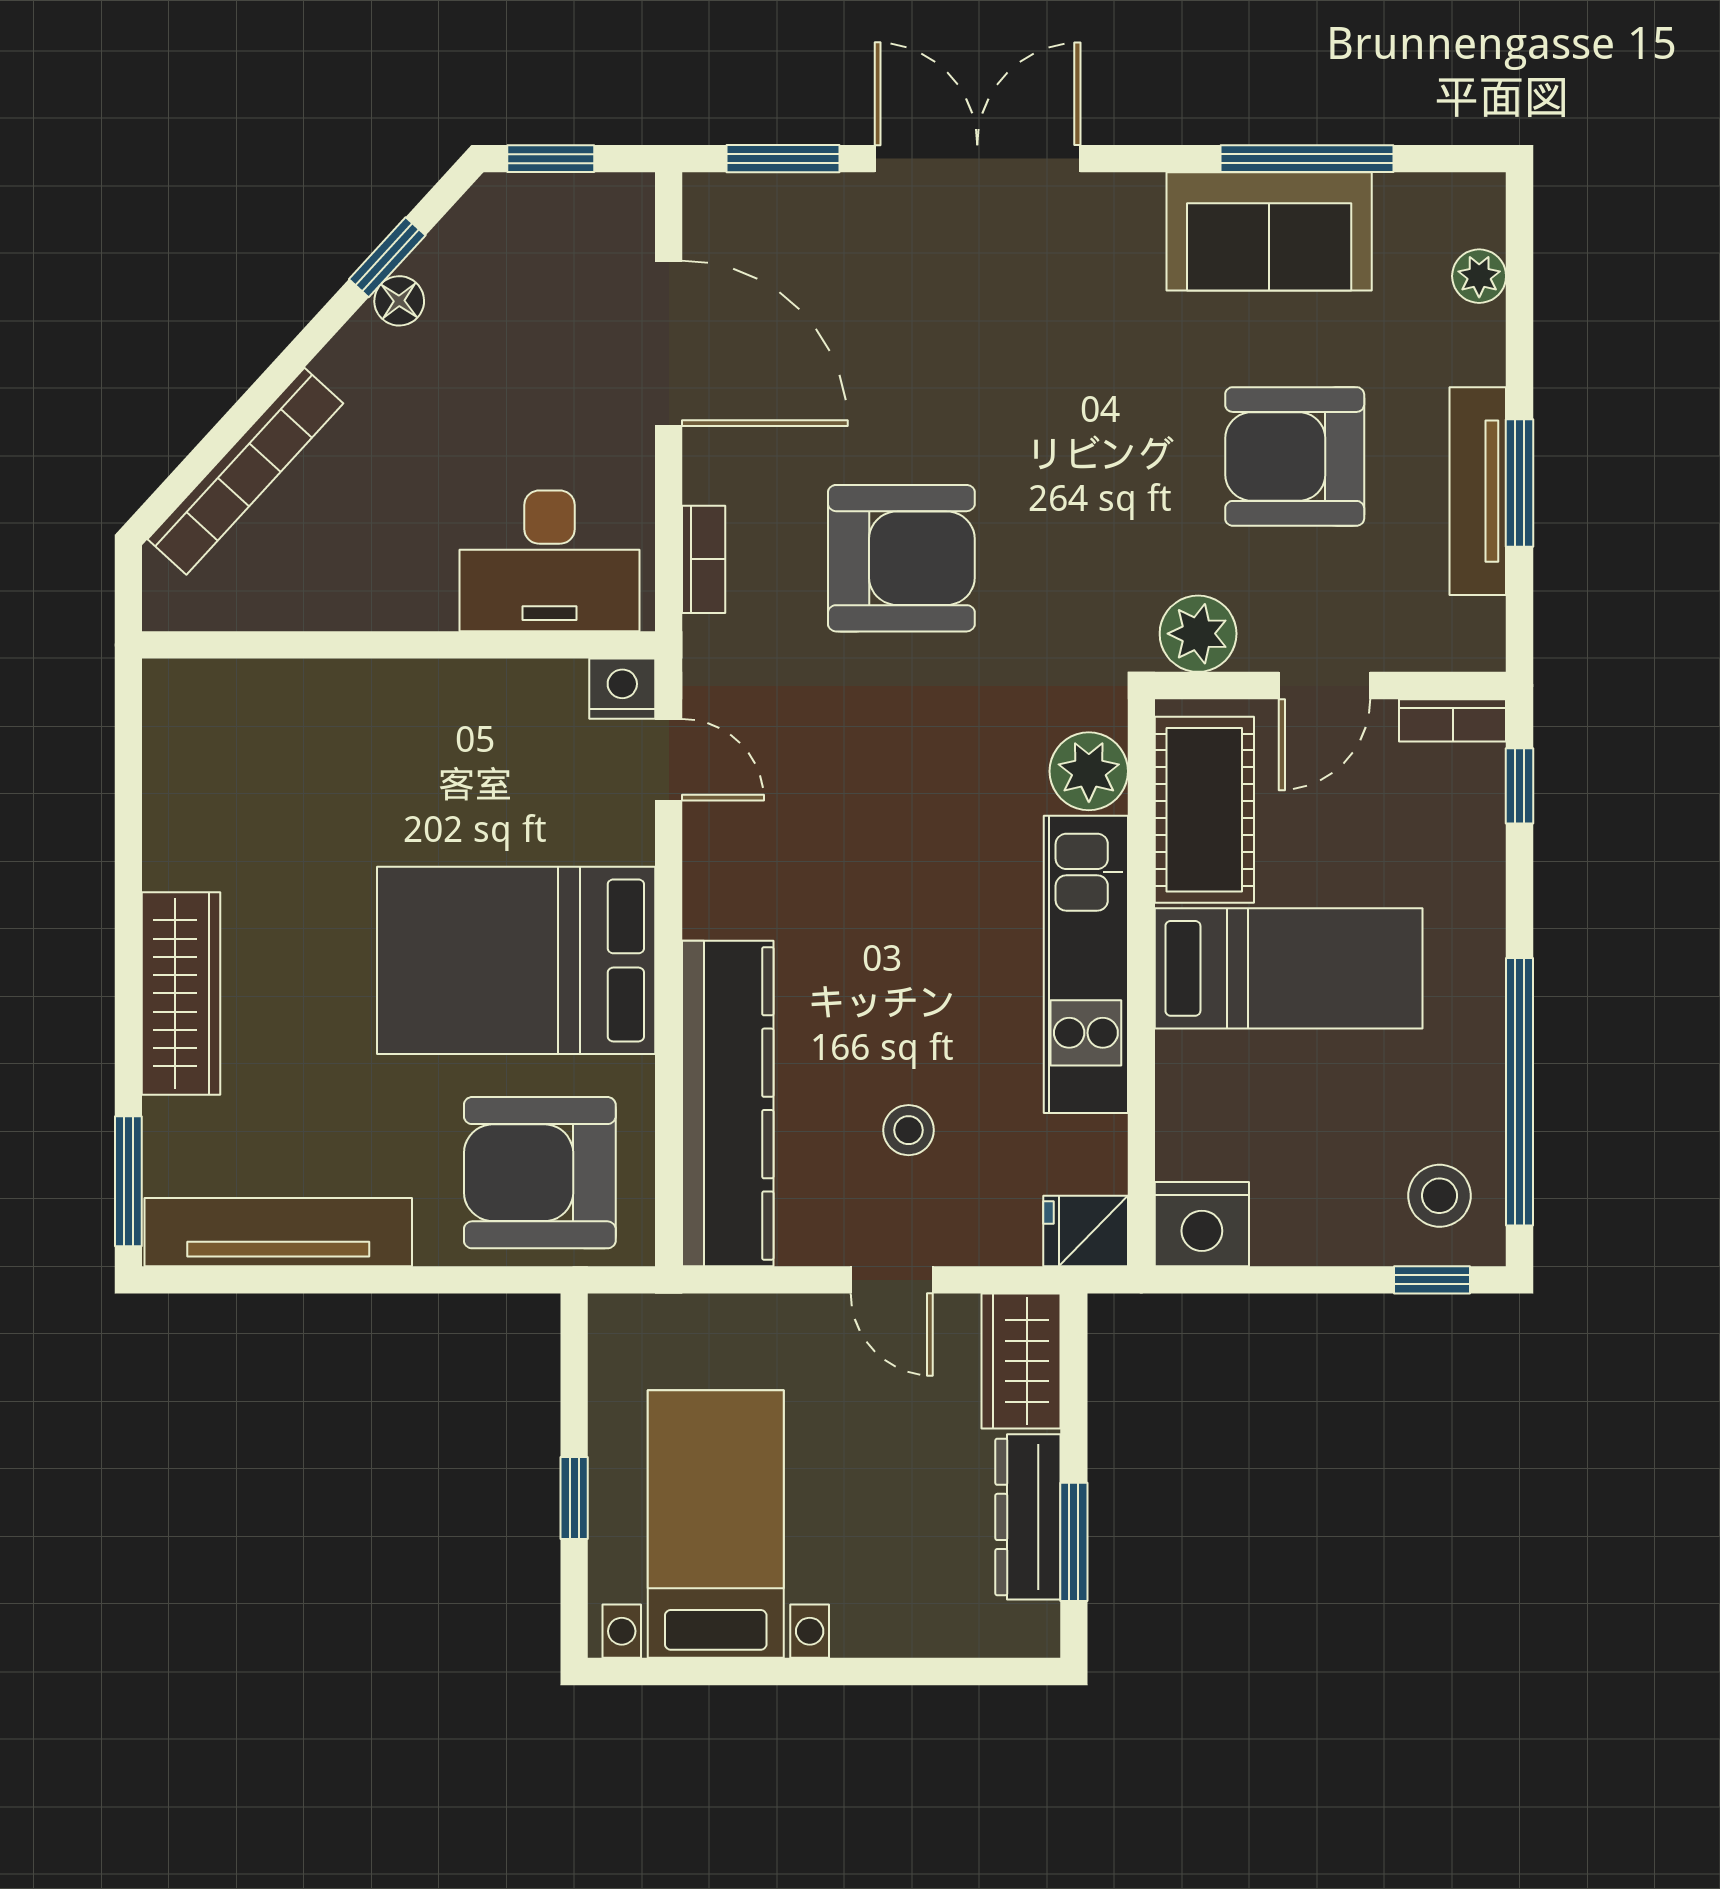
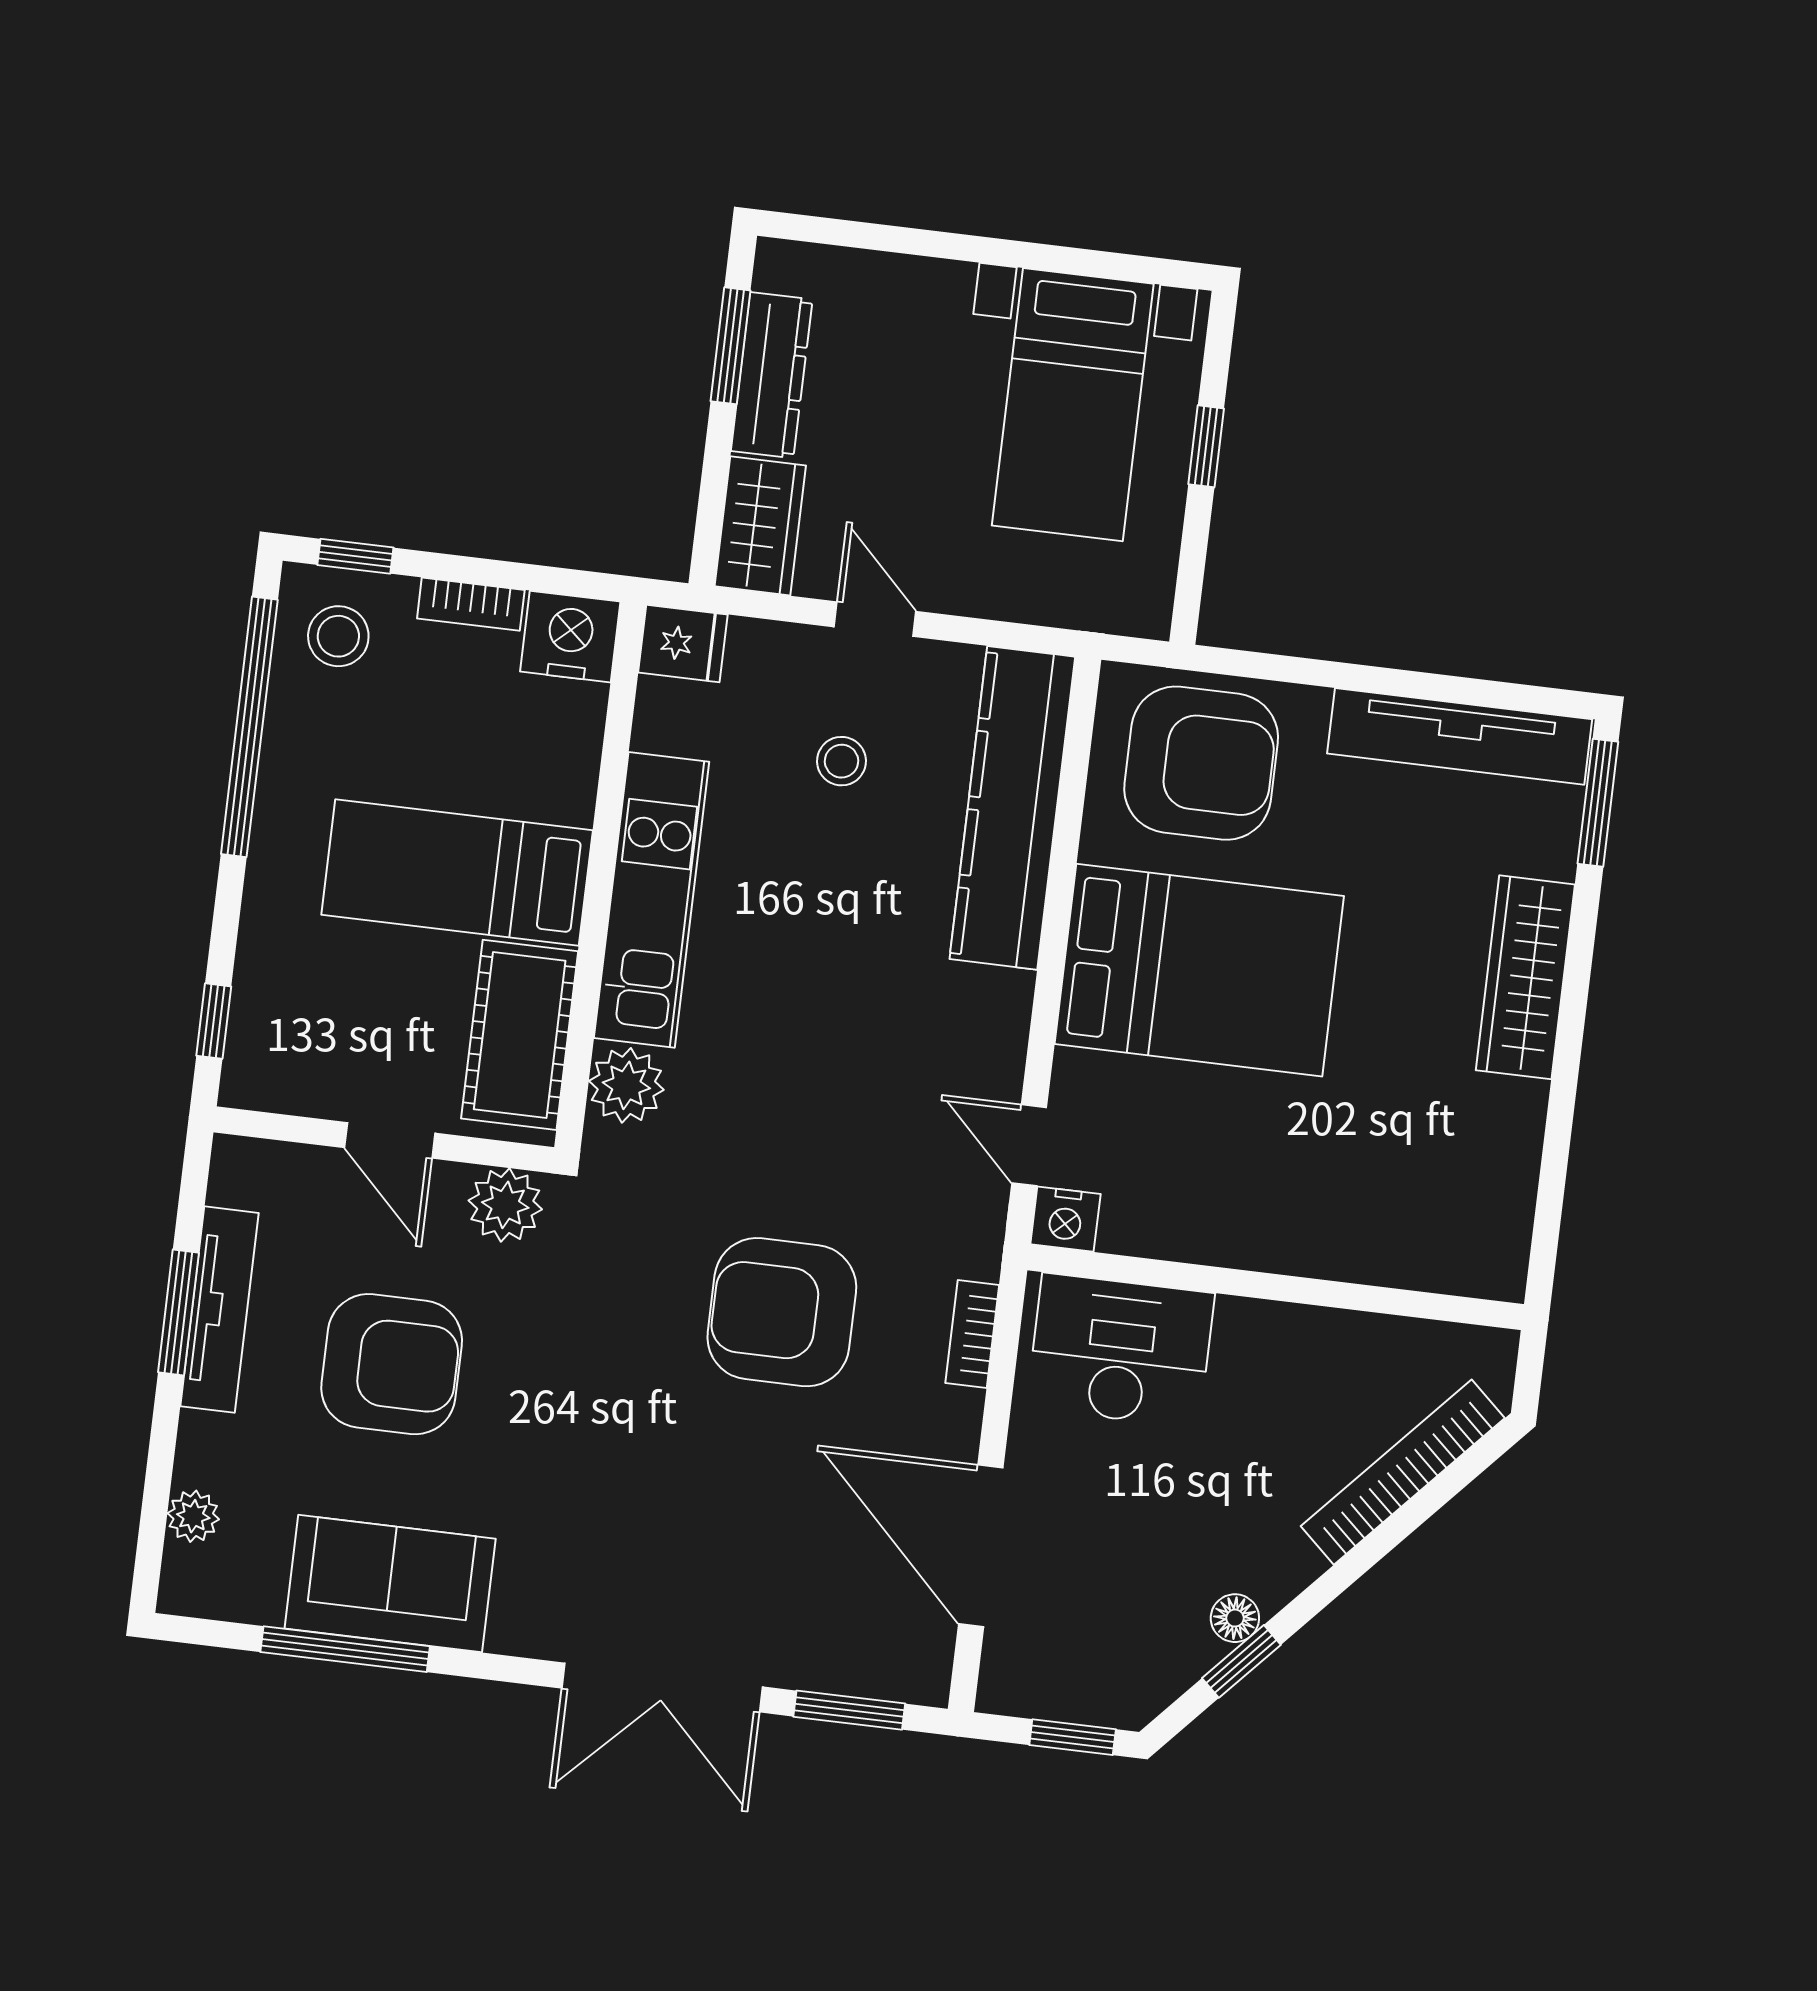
door: (1324, 686) -> (390, 1140), swing flipped
bookcase: (1453, 720) -> (471, 604), moved, turned 180

